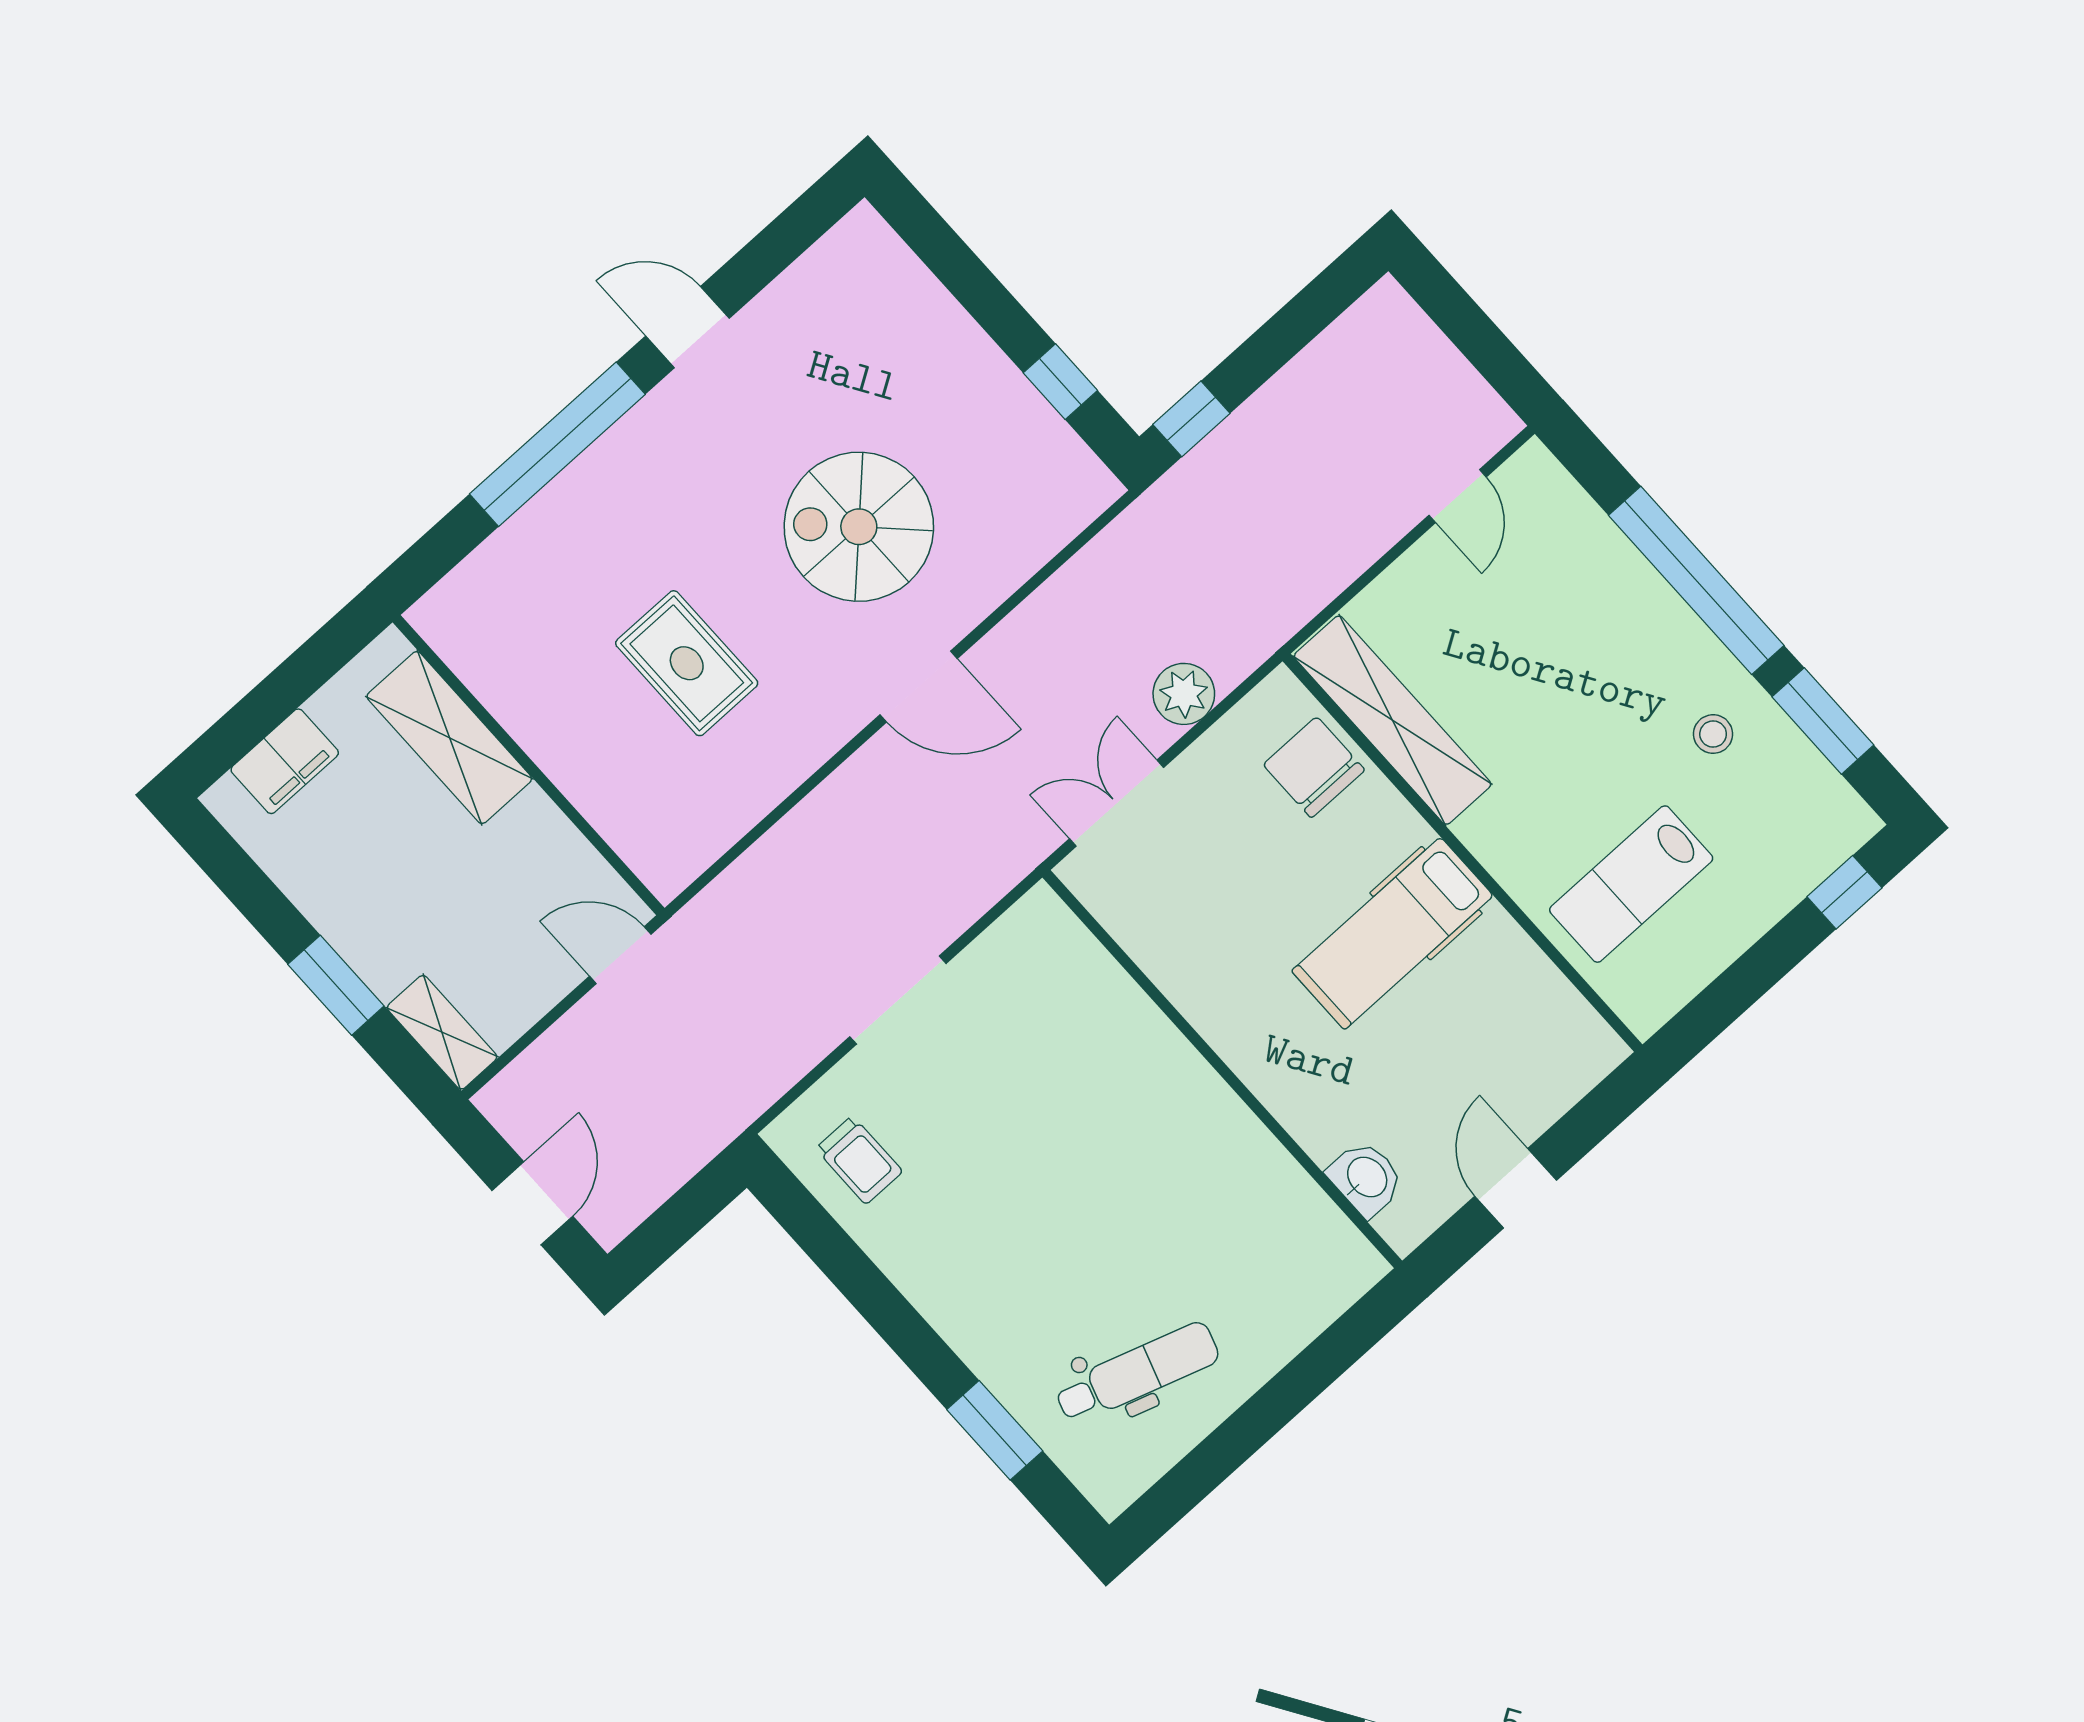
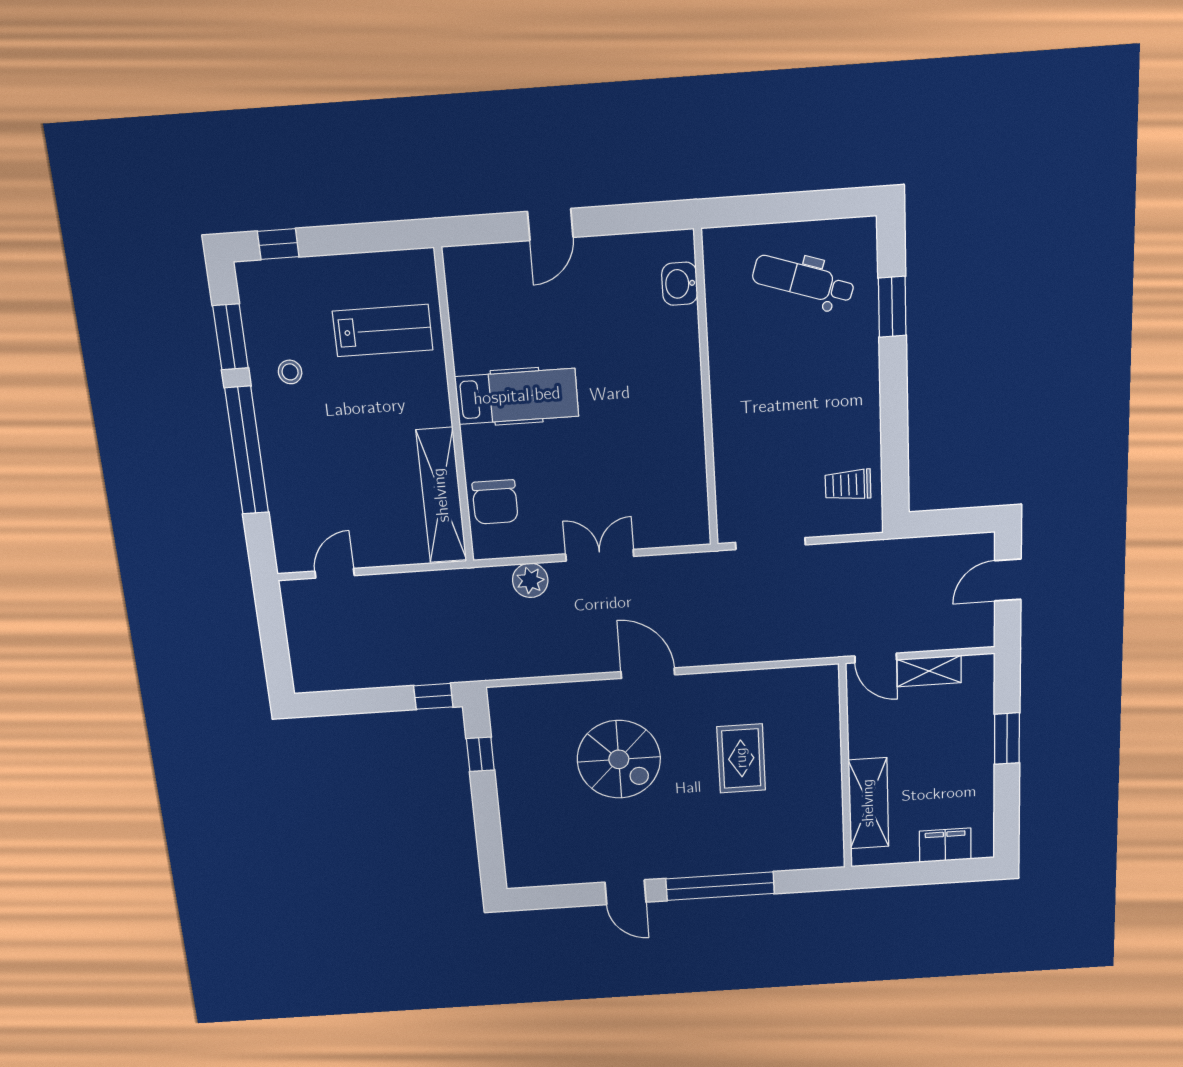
double door: (1117, 803) -> (600, 555), swing flipped
shelving: (442, 1032) -> (929, 671), moved, turned 90
wall: (1222, 1069) -> (706, 391), moved
trolley: (859, 1160) -> (848, 485), turned -90
washbasin: (1366, 1178) -> (680, 284), moved

